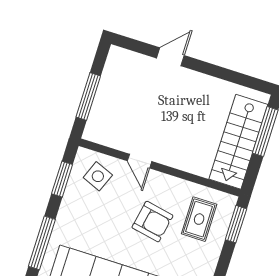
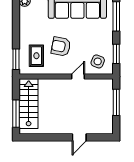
door: (140, 161) -> (78, 77), hinge flipped

